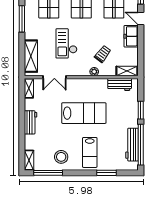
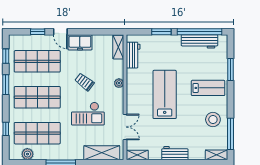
door: (141, 18) -> (60, 32), hinge flipped
trolley: (103, 54) -> (84, 82), moved

